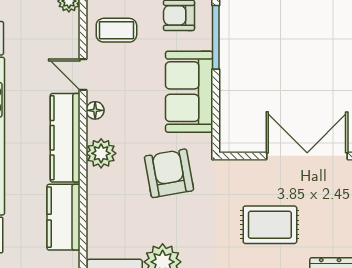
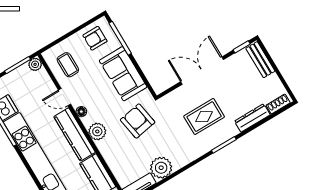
coffee table: (116, 30) -> (68, 65), turned 90

